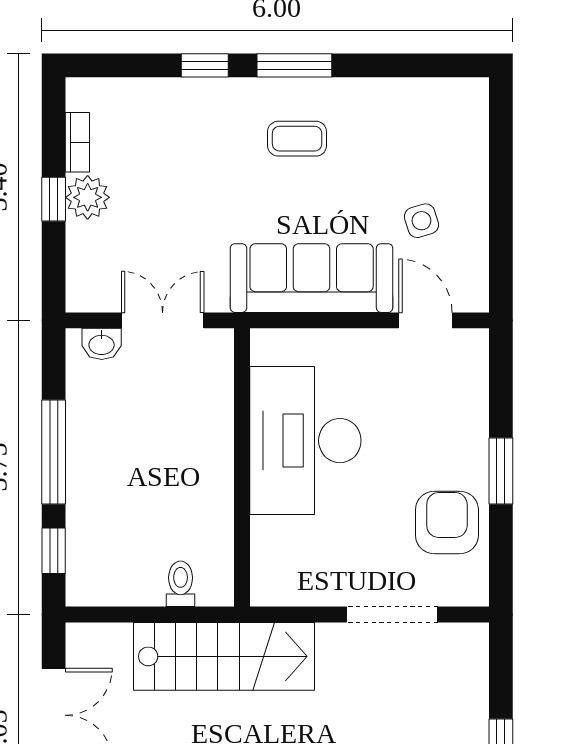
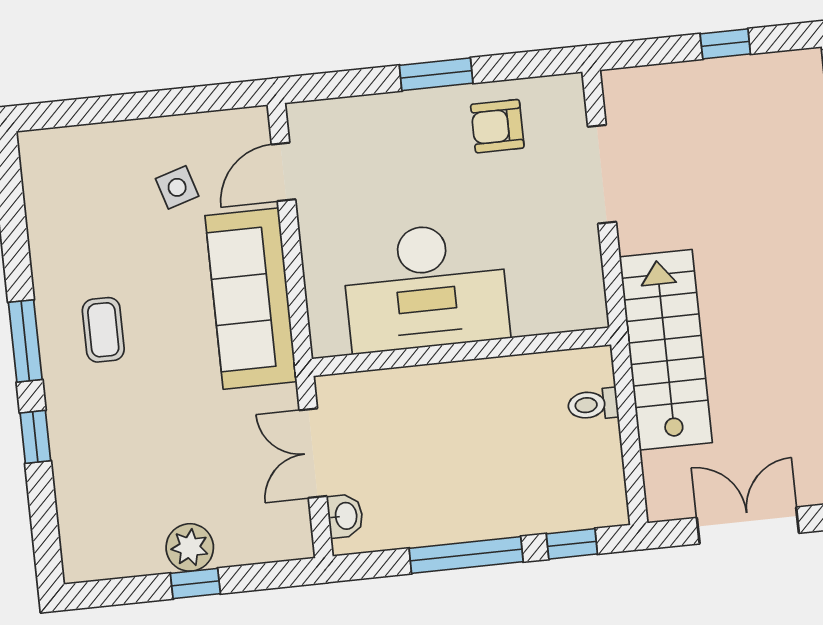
bookcase: (77, 142) -> (132, 564), removed
armchair: (447, 523) -> (497, 126), width x0.72, depth x0.72

